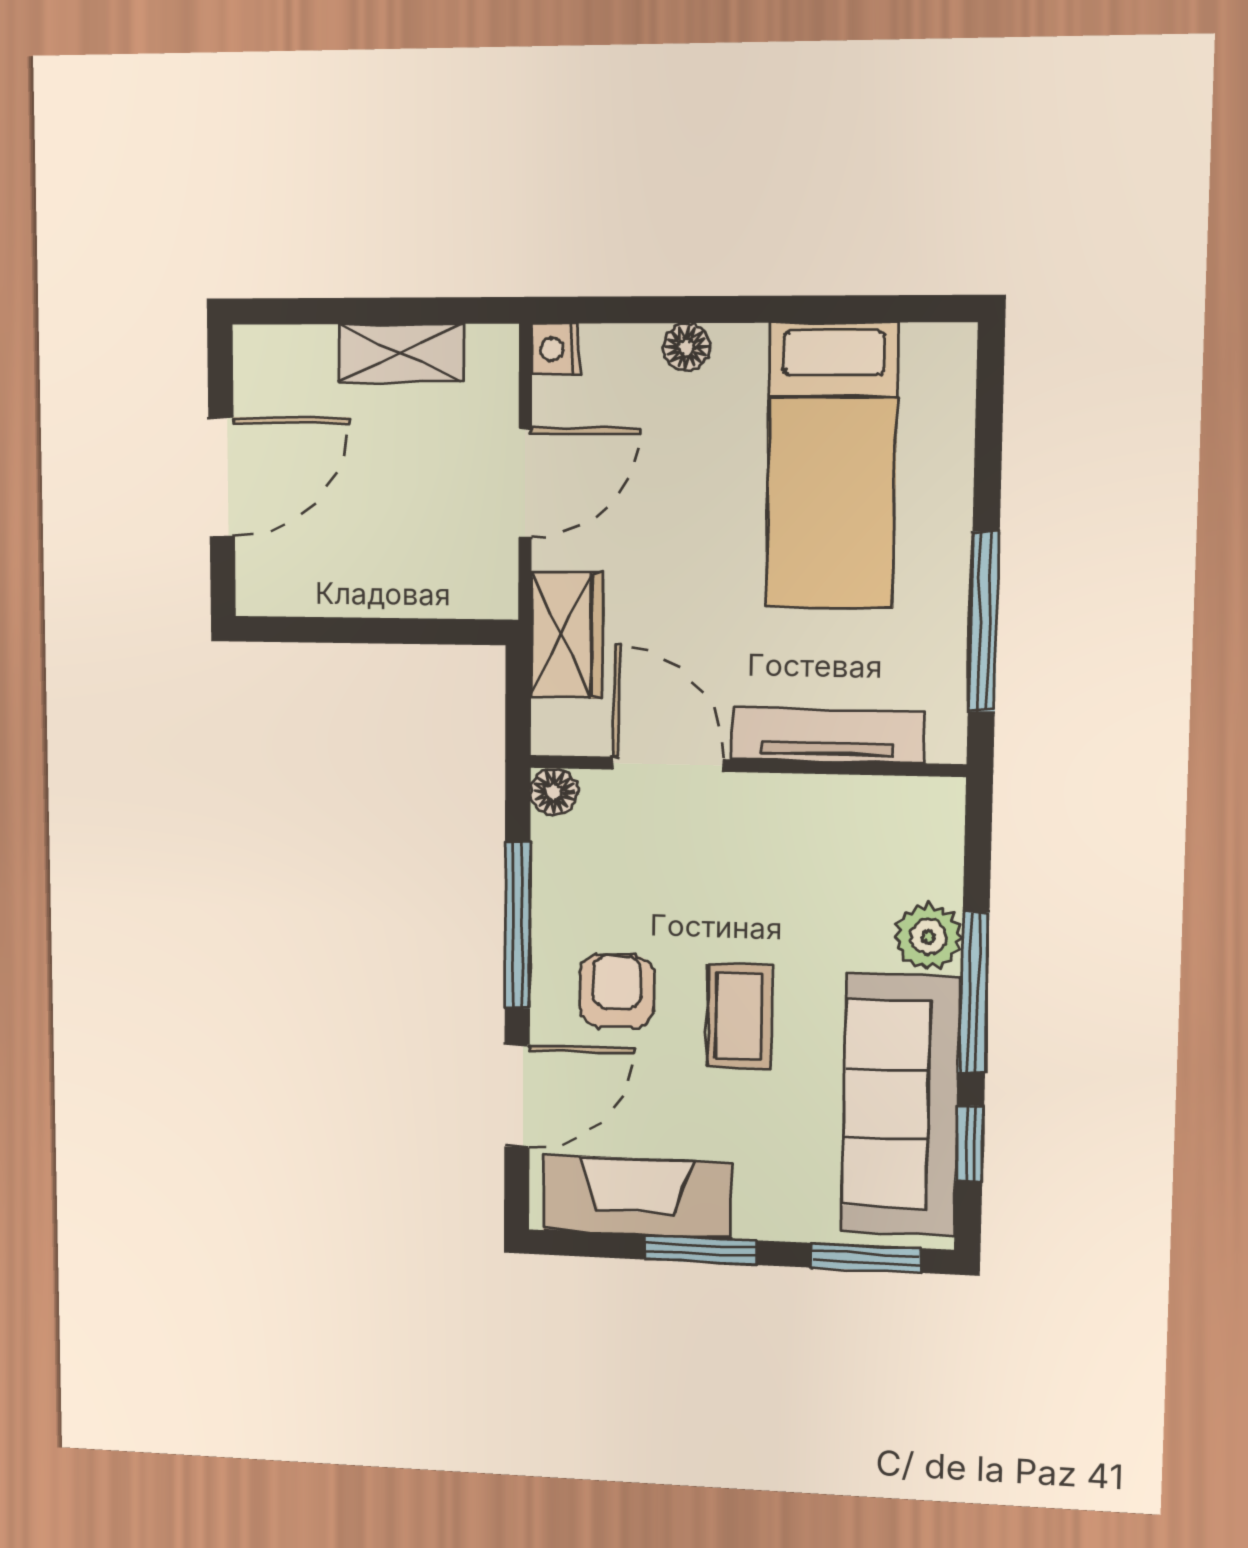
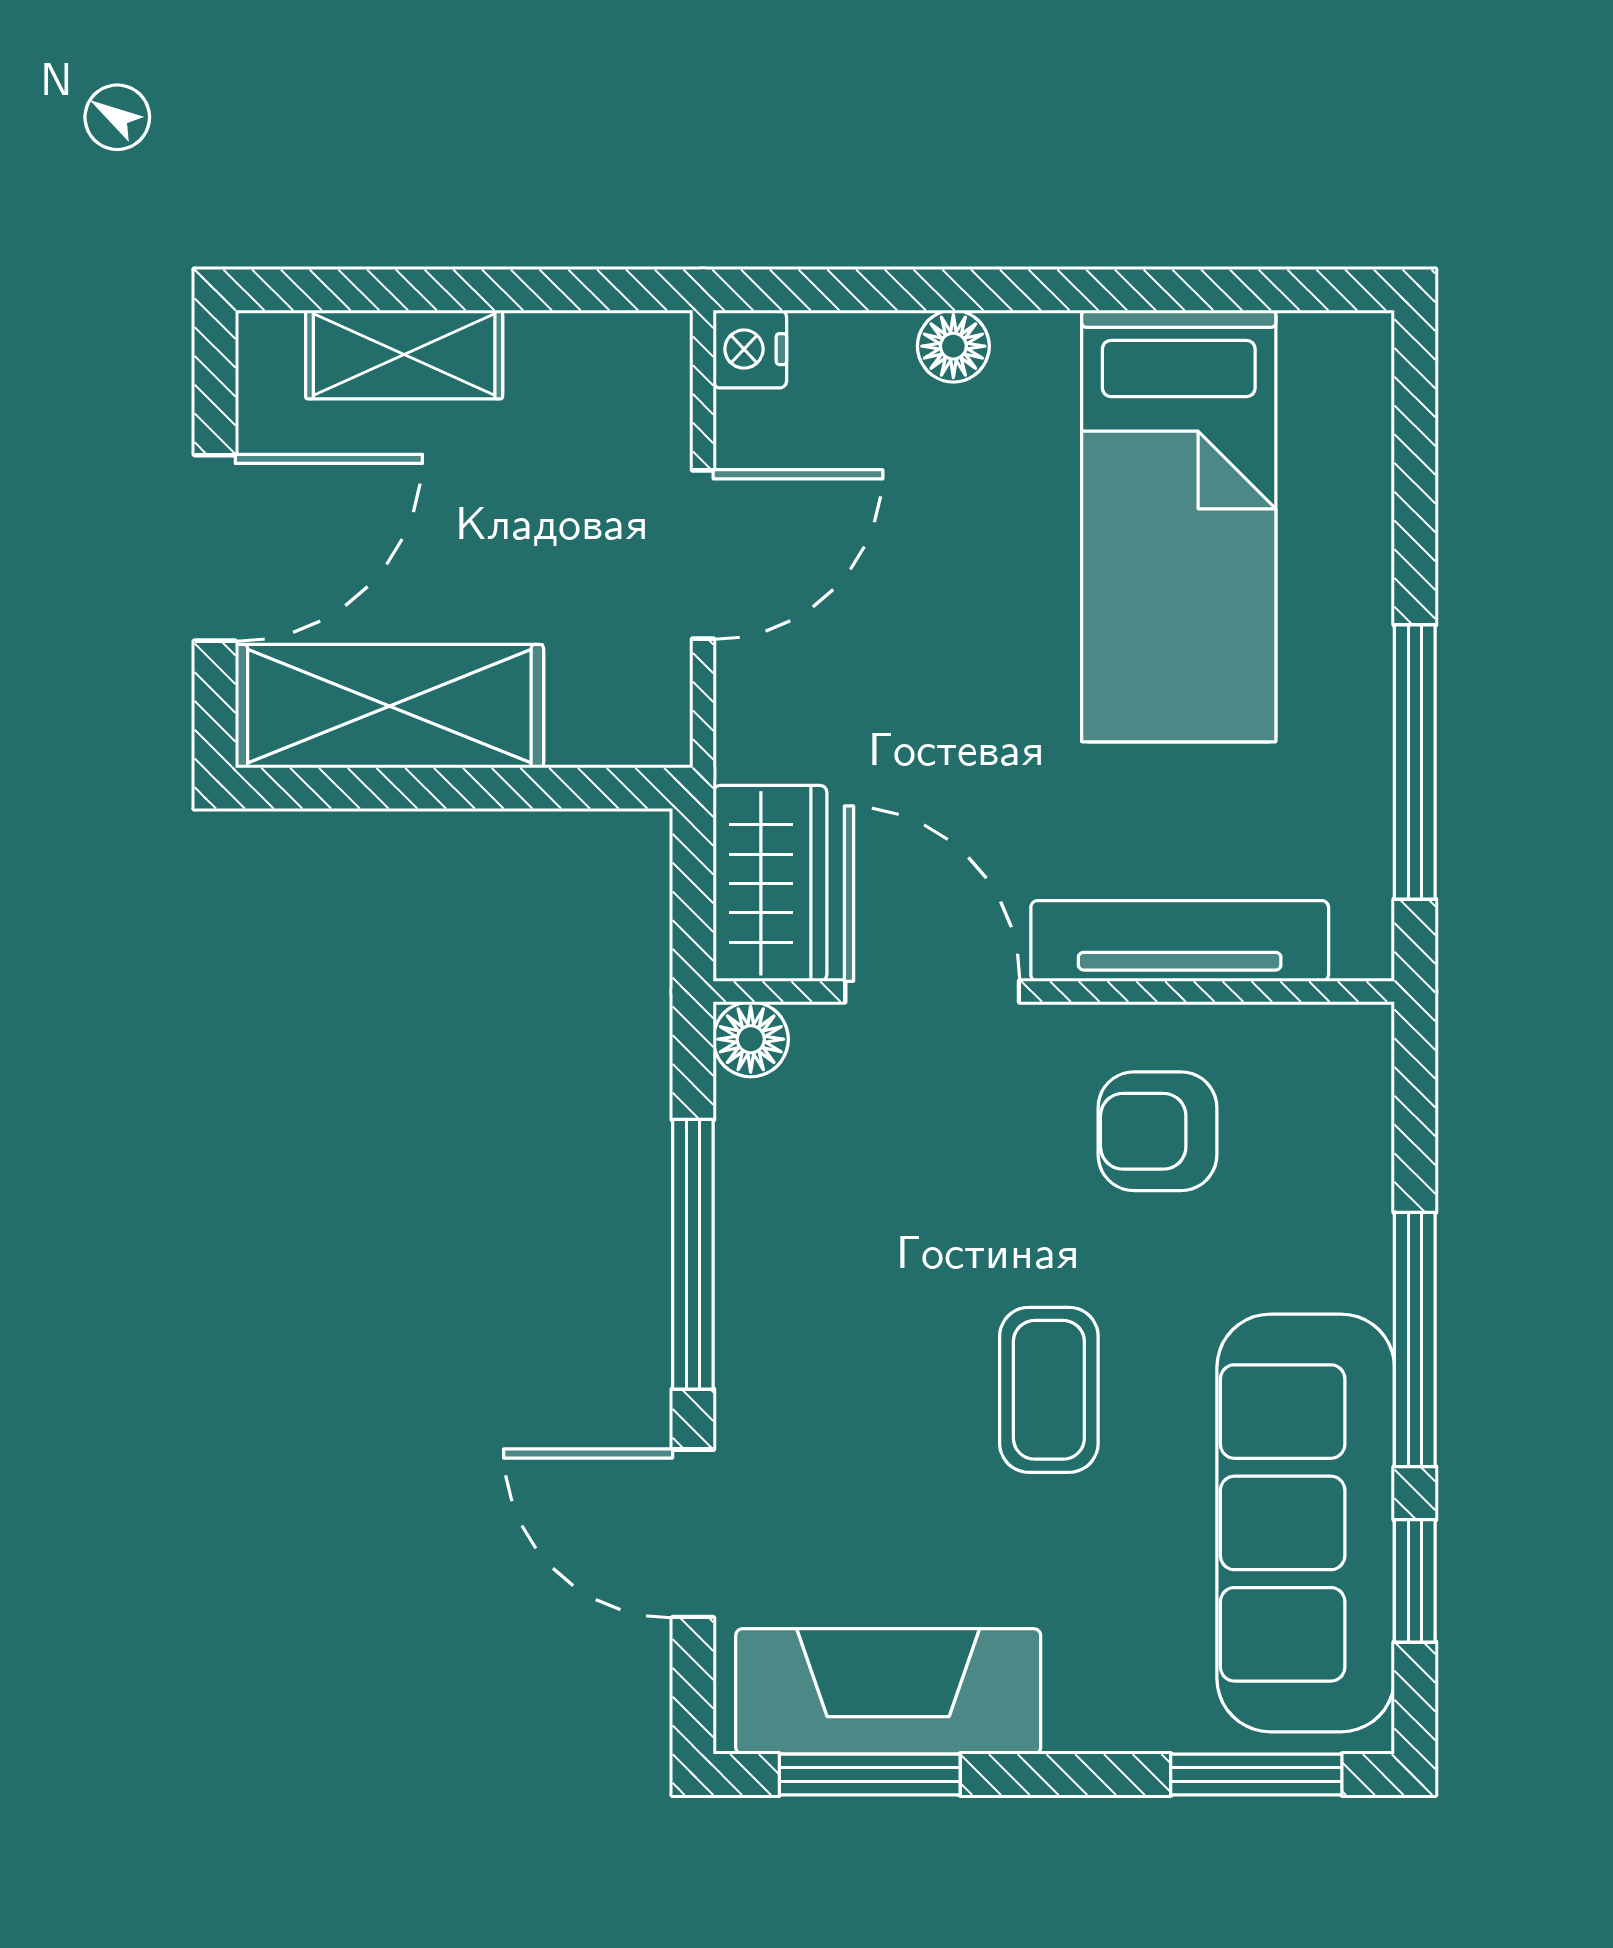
shelving: (400, 353) -> (404, 355), moved
shelving: (330, 578) -> (389, 706), added
wardrobe: (567, 635) -> (770, 883), moved
plant: (928, 937) -> (1342, 1253), removed
armchair: (617, 991) -> (1157, 1131), moved, turned -90
door: (517, 1096) -> (693, 1533), swing flipped
window: (701, 1250) -> (870, 1774), moved

